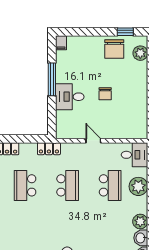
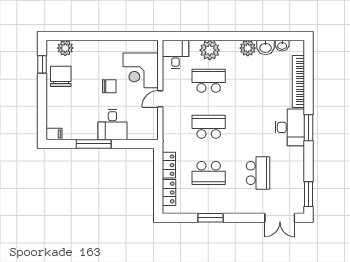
chair: (114, 49) -> (61, 76), turned -90
corner desk: (120, 123) -> (141, 70), added
locker: (49, 149) -> (169, 165), moved
school desk: (25, 231) -> (258, 173), added

